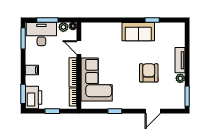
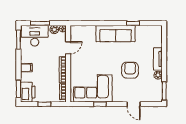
sofa: (138, 32) -> (116, 34), width x1.36
door: (79, 48) -> (68, 48), swing flipped
corner sofa: (97, 79) -> (93, 88), moved, turned -90
door: (153, 111) -> (134, 104), hinge flipped

